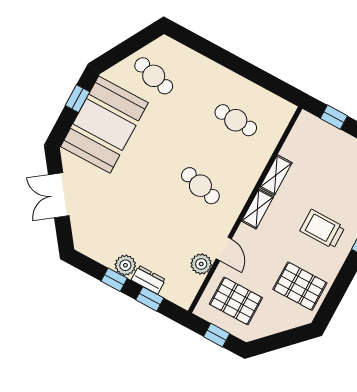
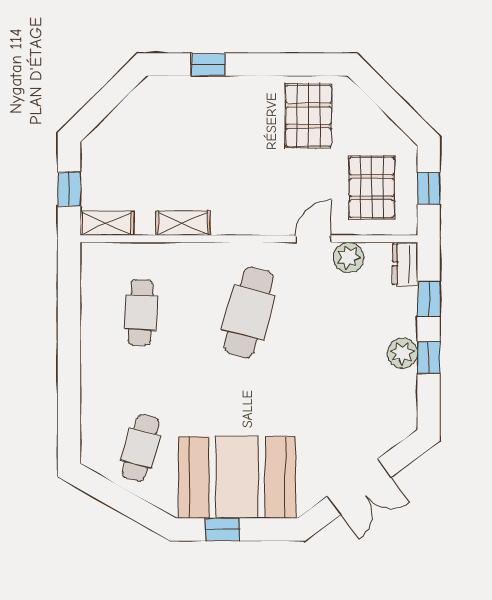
cafe table: (200, 186) -> (249, 312), width x1.37, depth x1.35
shelving: (258, 209) -> (107, 223), moved
trolley: (322, 229) -> (220, 127), removed
dresser: (148, 280) -> (405, 264), moved

